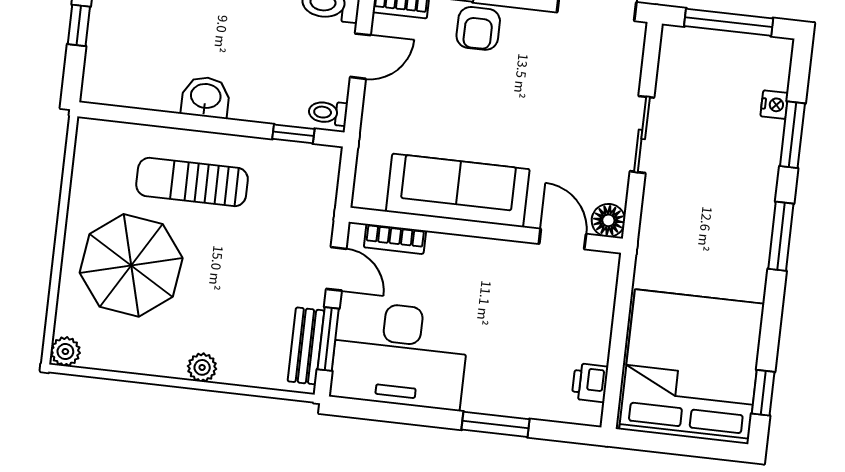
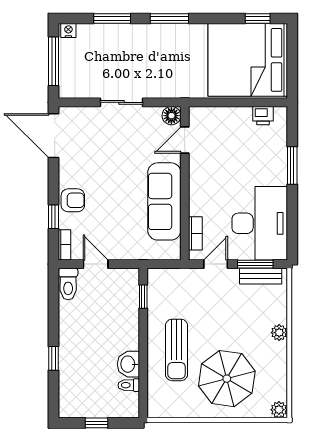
washbasin: (206, 97) -> (128, 364), moved
nightstand: (774, 105) -> (68, 31), moved
toilet: (328, 113) -> (129, 385), moved, turned 90

